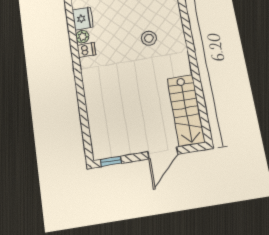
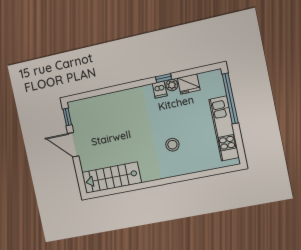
window: (74, 45) -> (164, 78), added
door: (163, 153) -> (73, 145), moved

